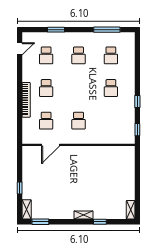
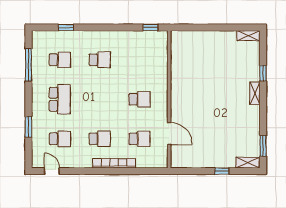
school desk: (79, 55) -> (60, 99), width x1.85
window: (137, 102) -> (66, 27), moved

